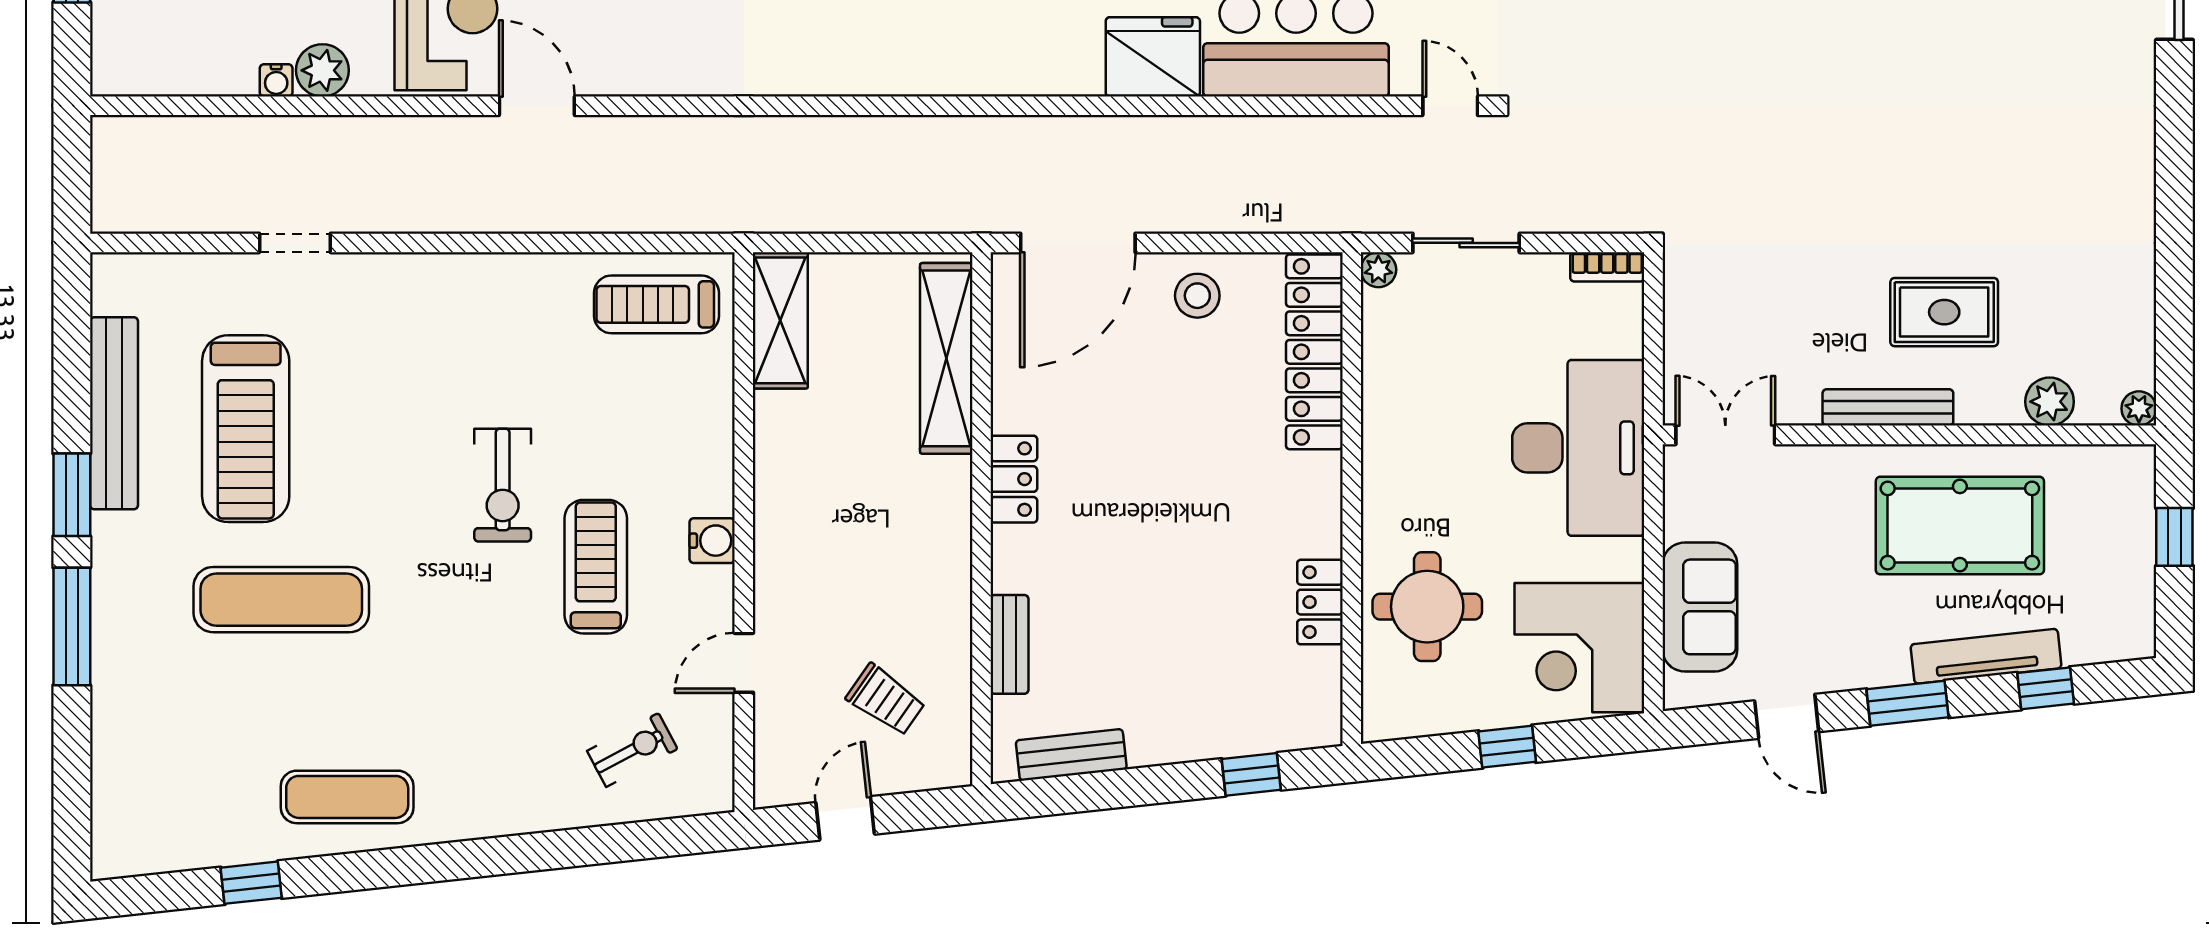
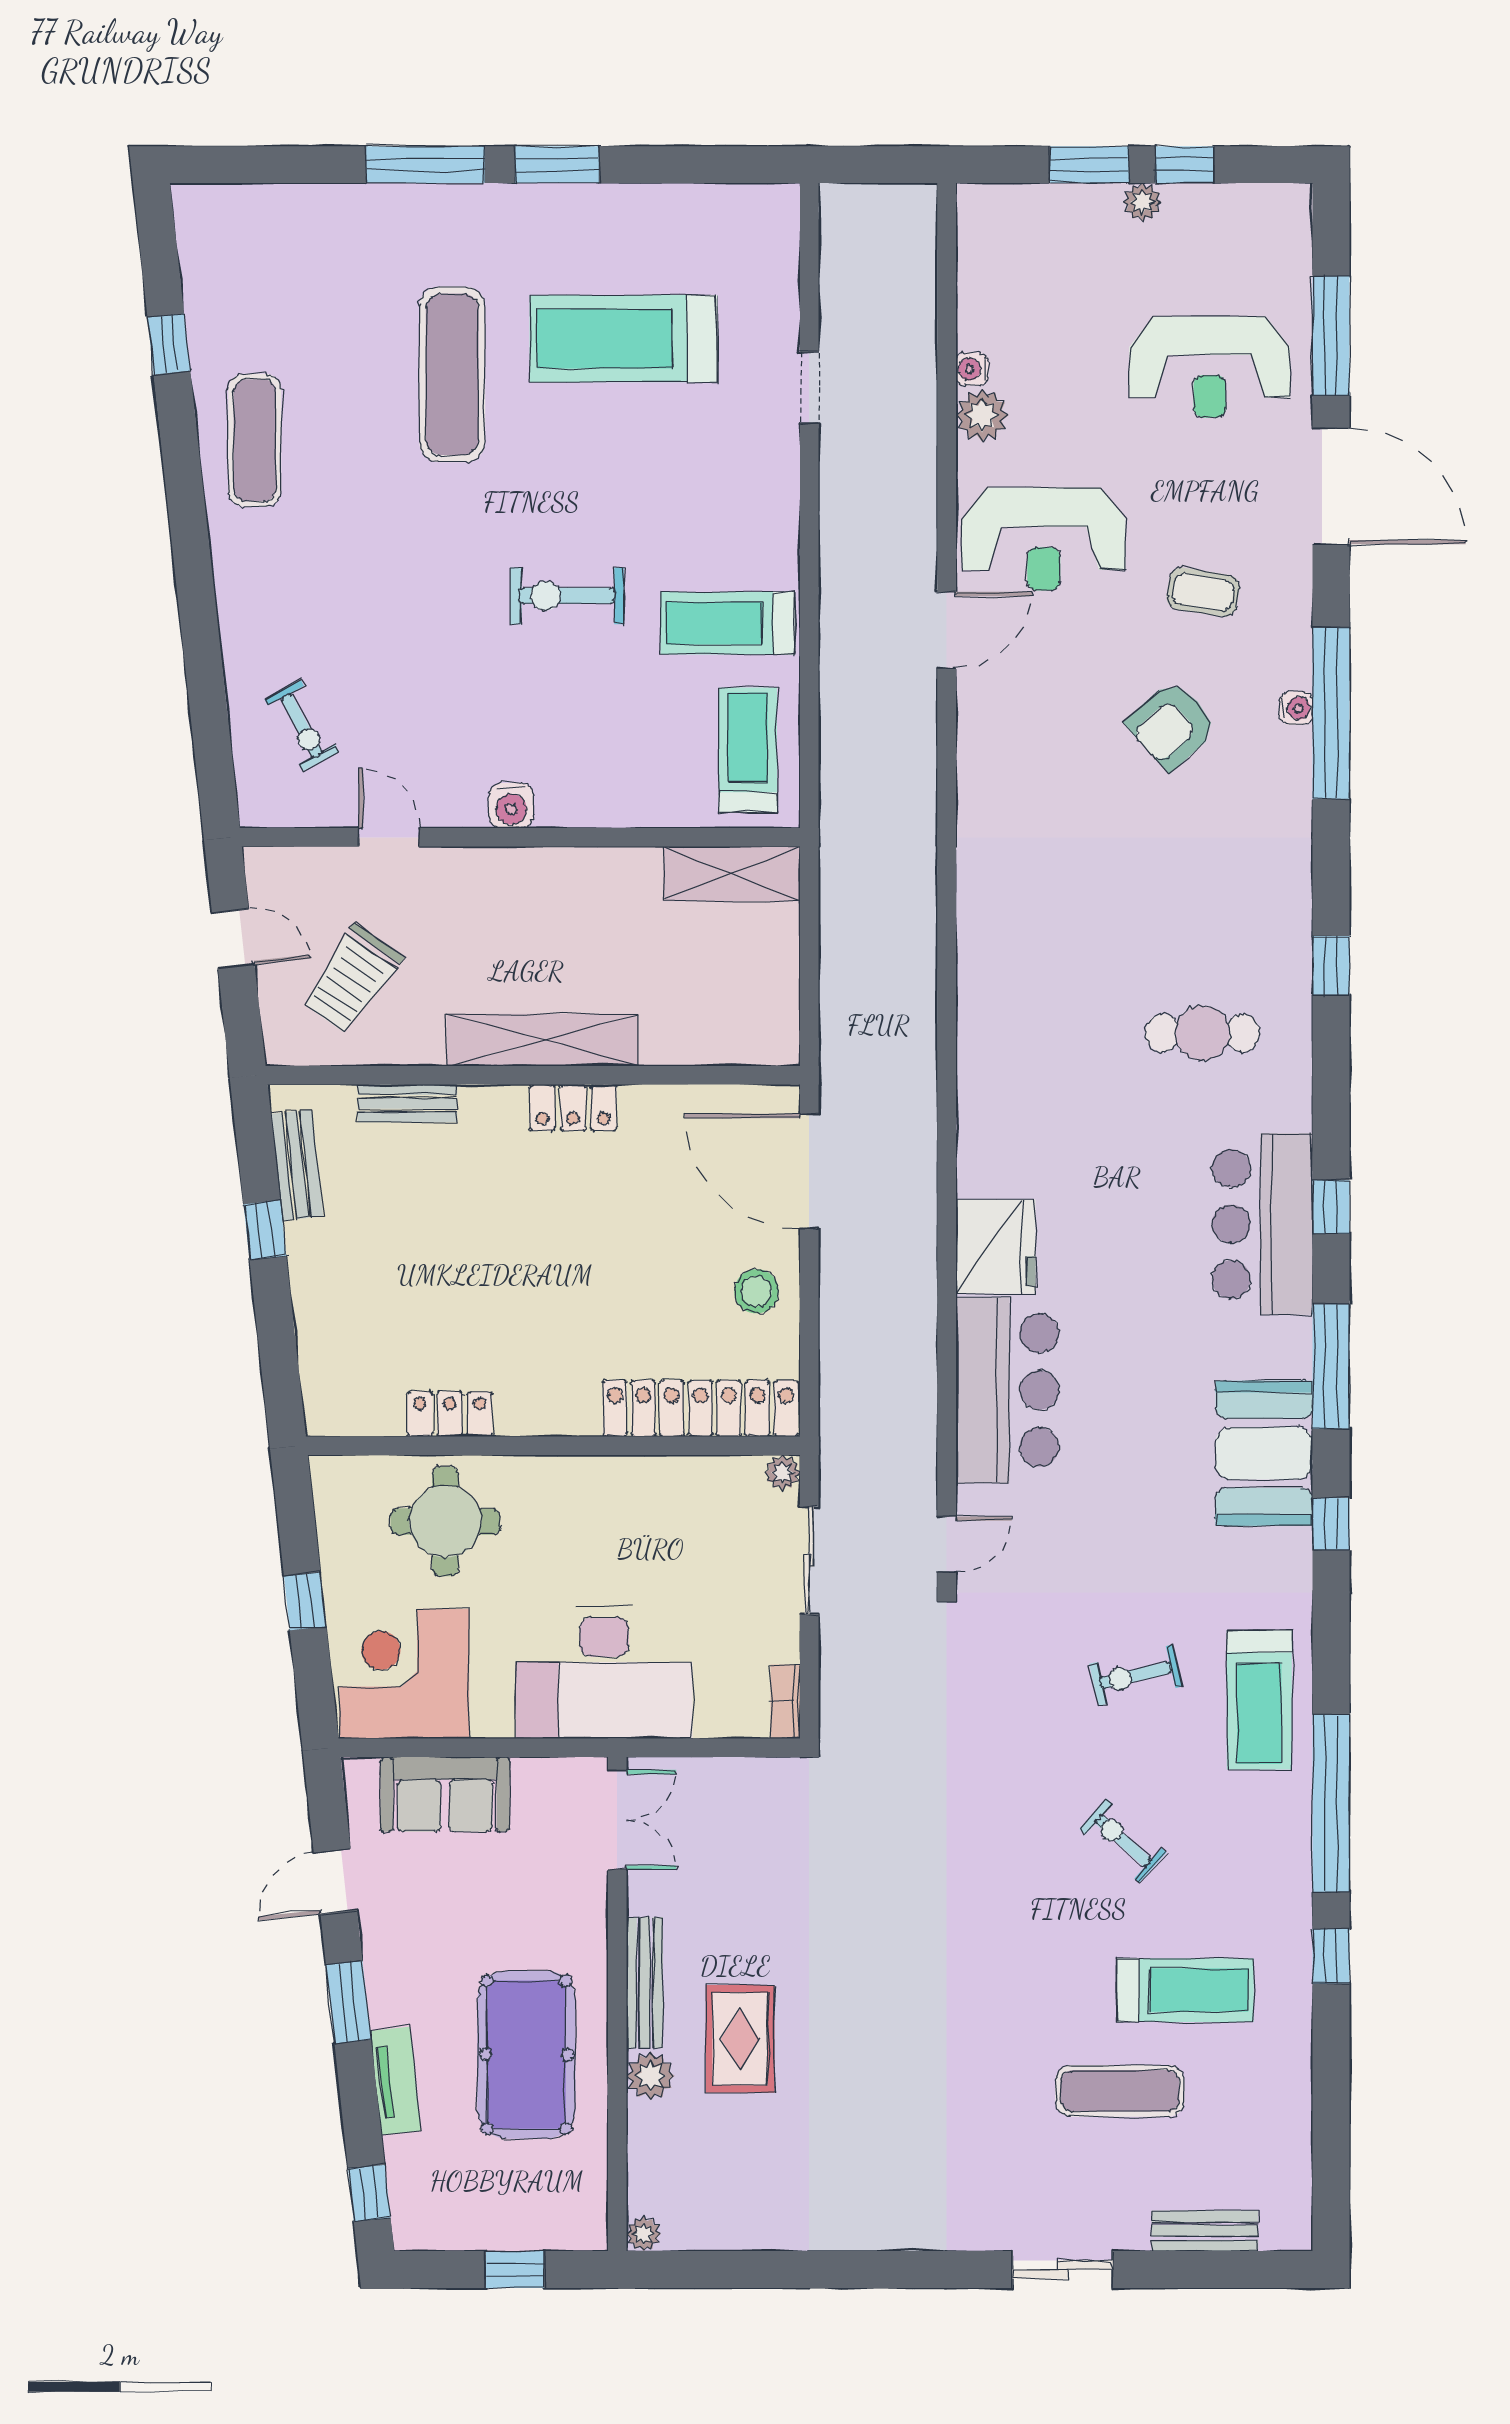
shelving: (946, 358) -> (542, 1040), moved
plant: (2050, 402) -> (651, 2076), moved
bench: (114, 413) -> (639, 207), removed
treadmill: (596, 567) -> (728, 623), moved, turned 180
tv unit: (1986, 656) -> (396, 2081), width x0.71
window: (2046, 688) -> (369, 2193), moved
trolley: (886, 700) -> (352, 979), width x1.36, depth x1.39
window: (1251, 774) -> (265, 1230), moved

